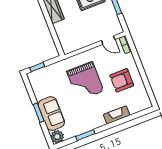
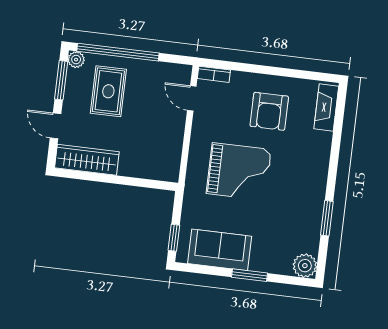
door: (108, 40) -> (192, 98), swing flipped
sofa: (51, 114) -> (220, 250), moved
fireplace: (117, 115) -> (326, 108), moved

